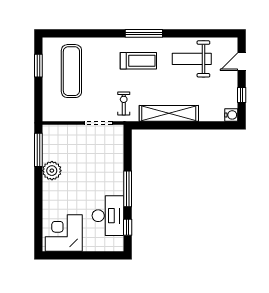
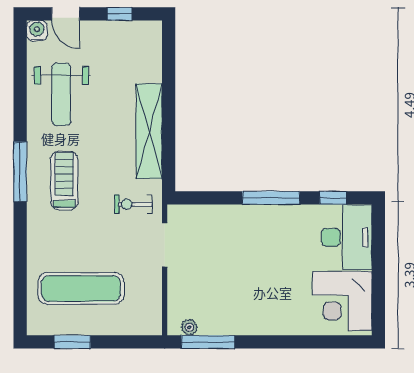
water cooler: (231, 115) -> (37, 31), moved
plant: (52, 171) -> (189, 327), moved, width x0.53, depth x0.53
desk: (108, 216) -> (347, 237), moved, turned 90

